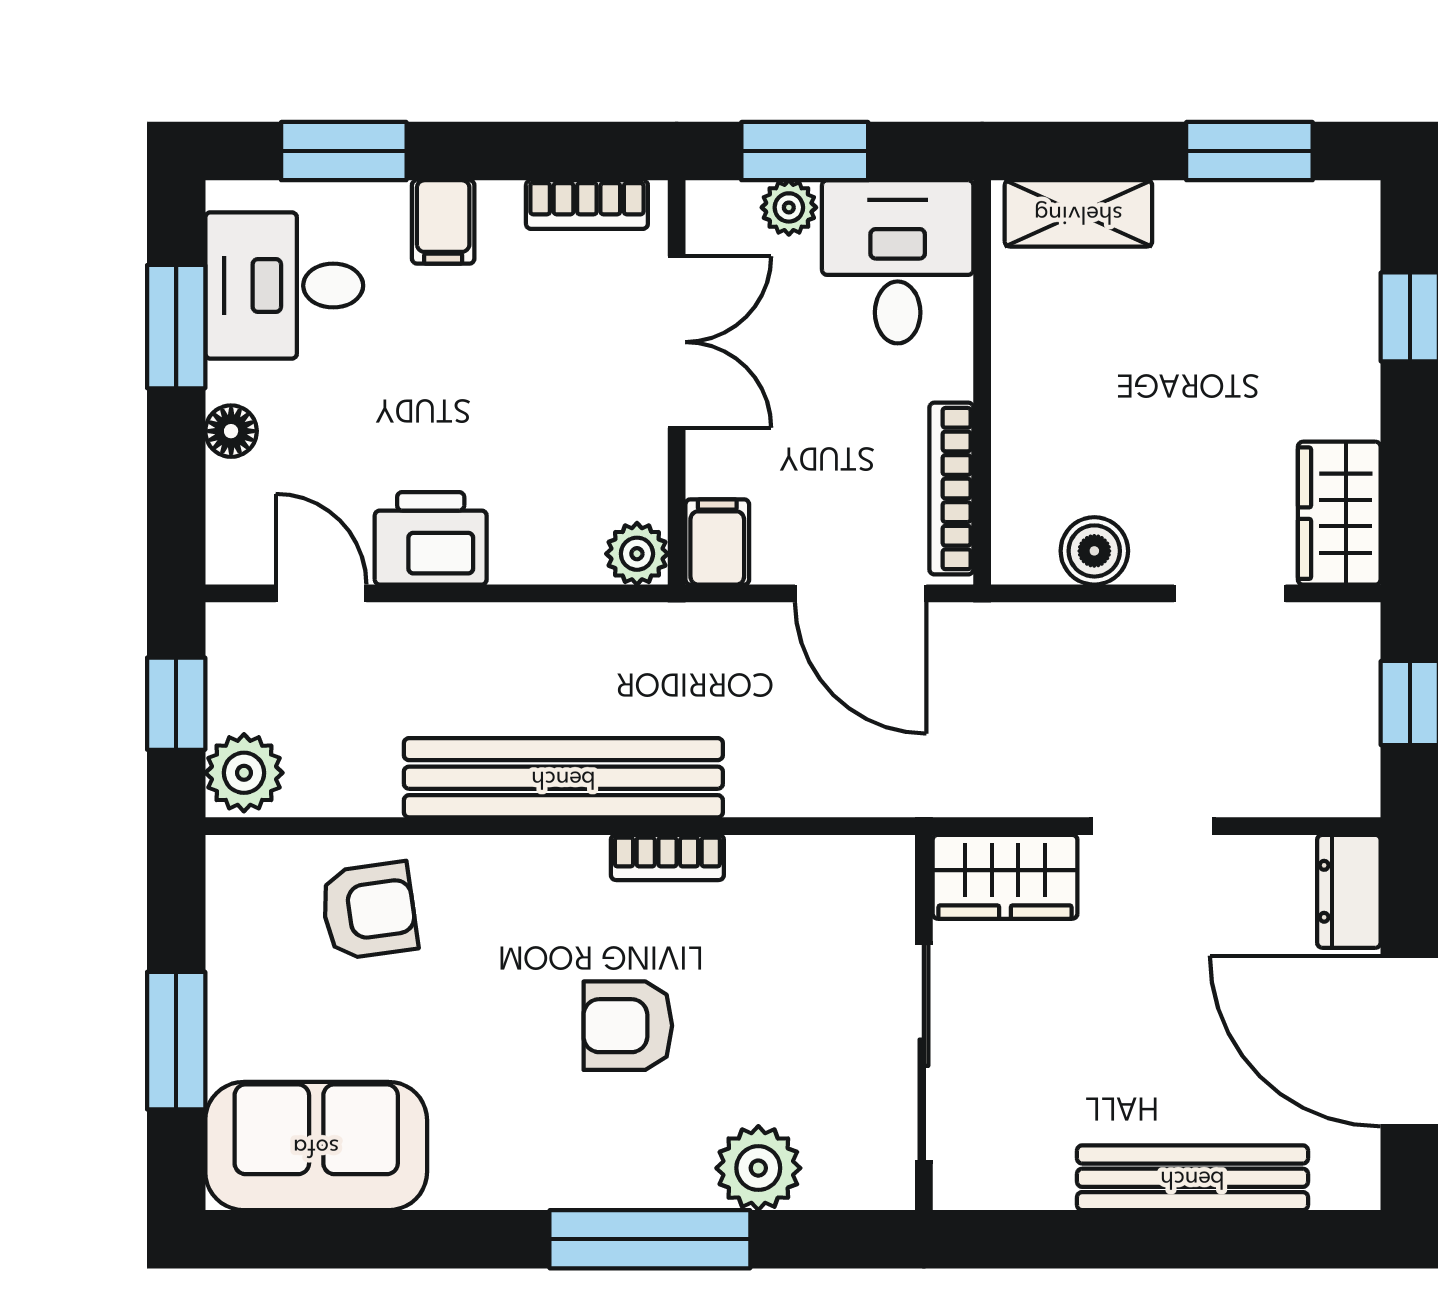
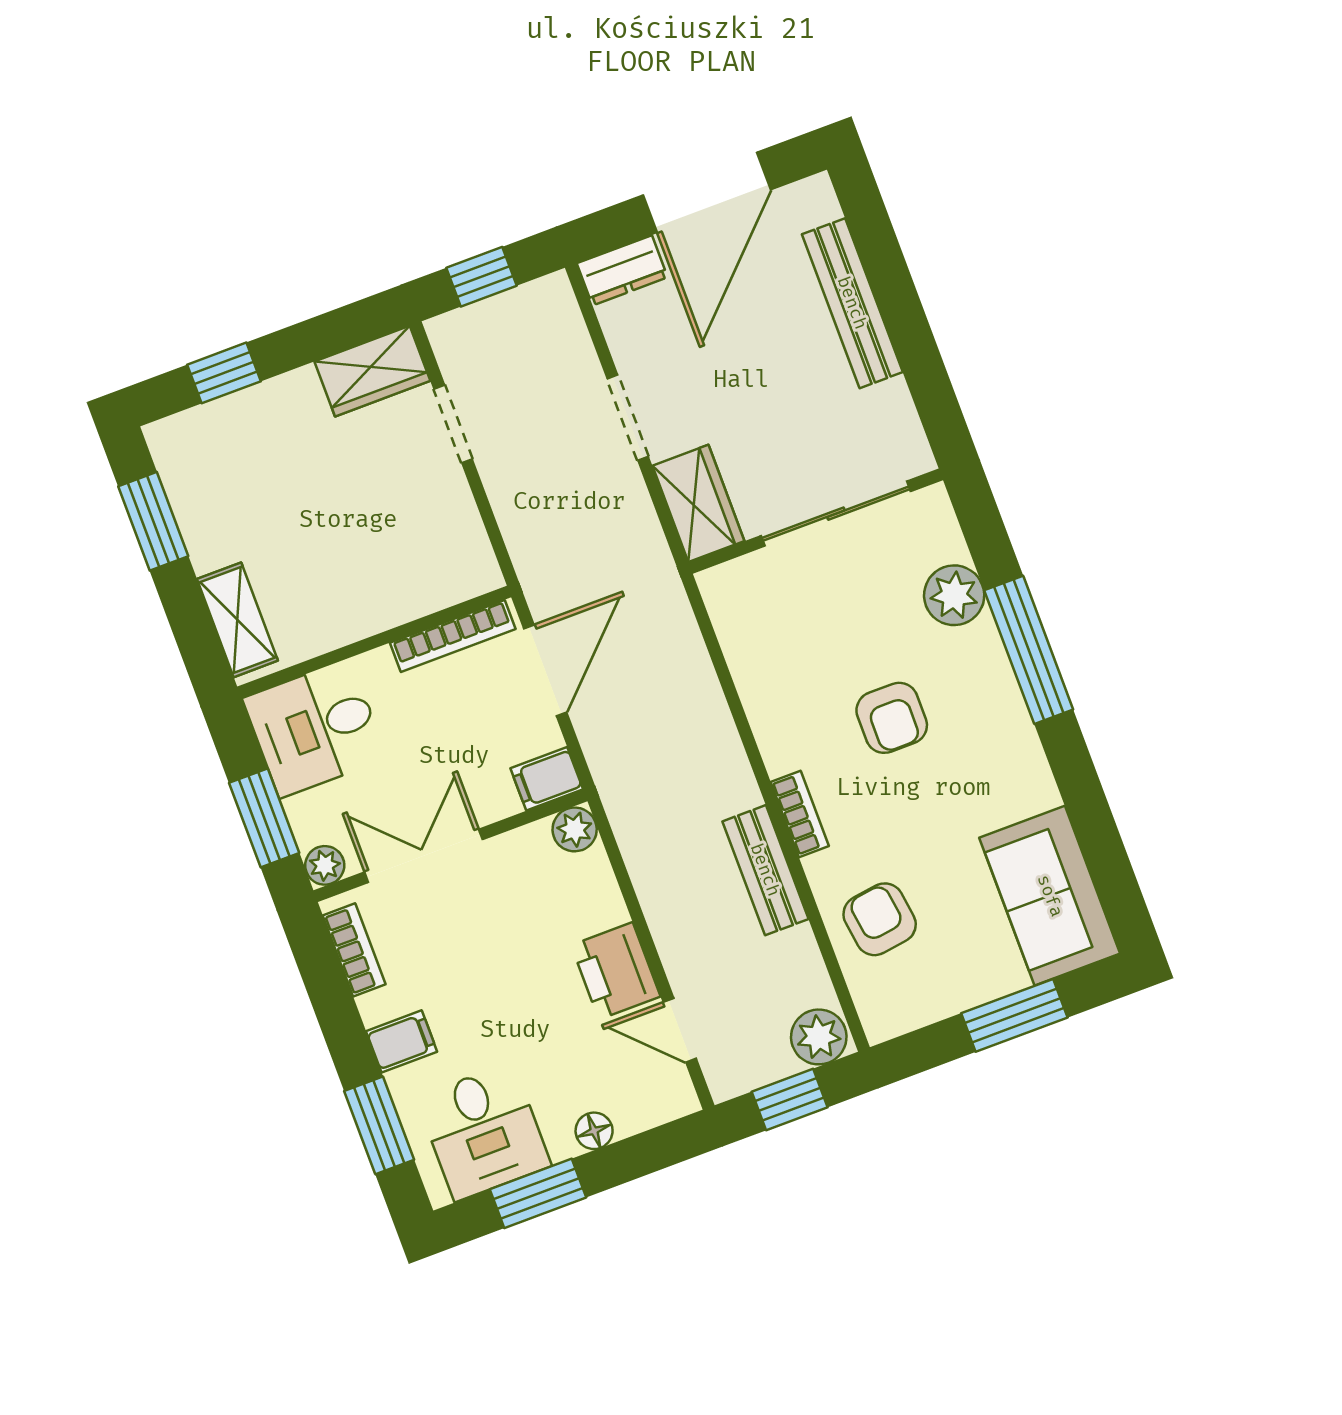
plant: (789, 207) -> (325, 865), moved
boiler: (1094, 551) -> (459, 525), removed
door: (321, 593) -> (680, 1030), hinge flipped
bench: (563, 778) -> (765, 870), width x0.54, depth x0.82
bookcase: (667, 857) -> (800, 814), moved

